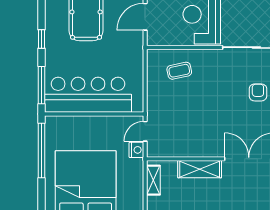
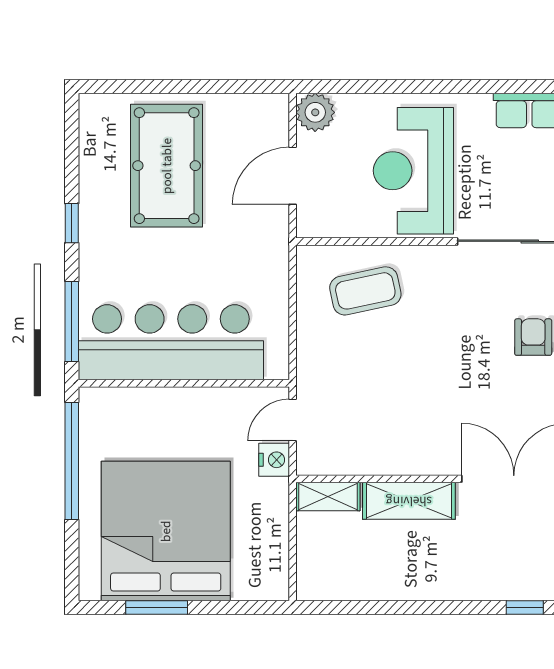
coffee table: (179, 71) -> (365, 291), width x1.36, depth x1.30
shelving: (153, 180) -> (328, 497), moved, turned 90

